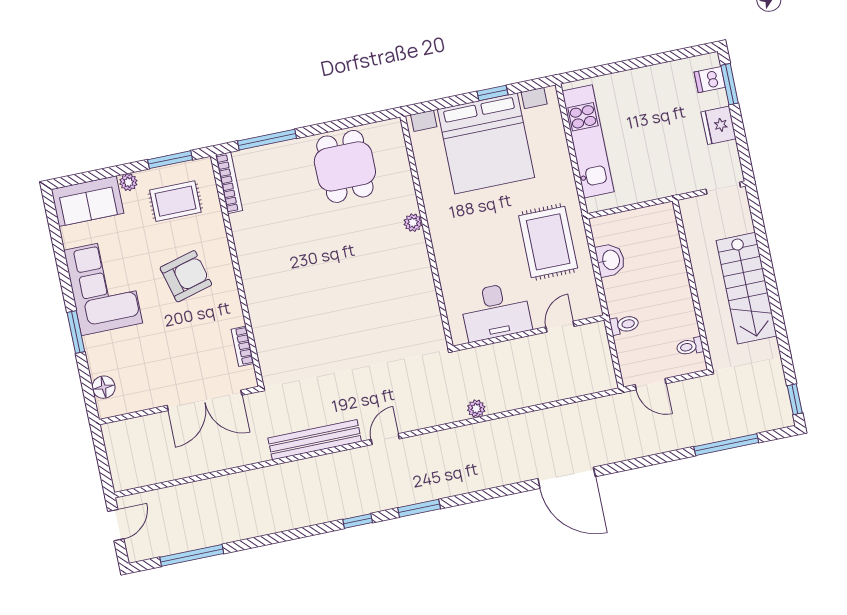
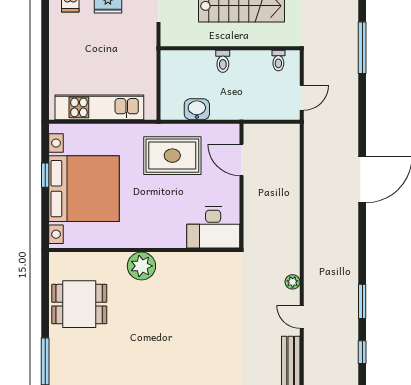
plant: (413, 223) -> (141, 266), width x1.88, depth x1.88
desk: (496, 311) -> (213, 227), moved, turned 90
toilet: (624, 325) -> (223, 61), moved, turned 180
door: (560, 327) -> (241, 160), width x1.38
plant: (476, 409) -> (293, 282), moved

